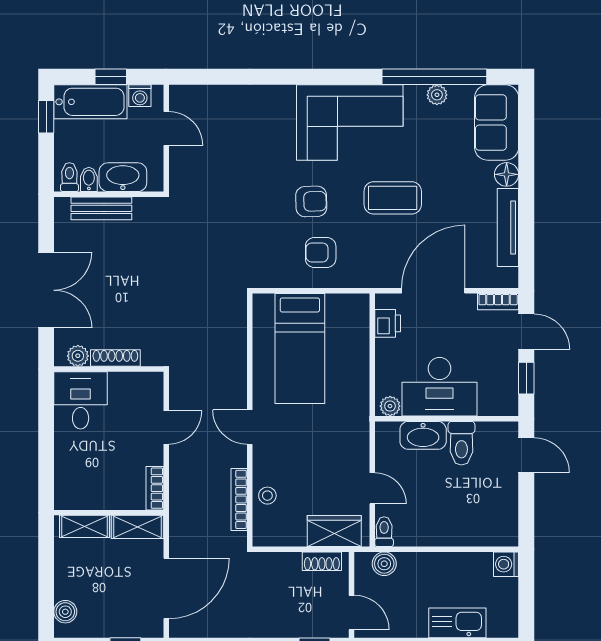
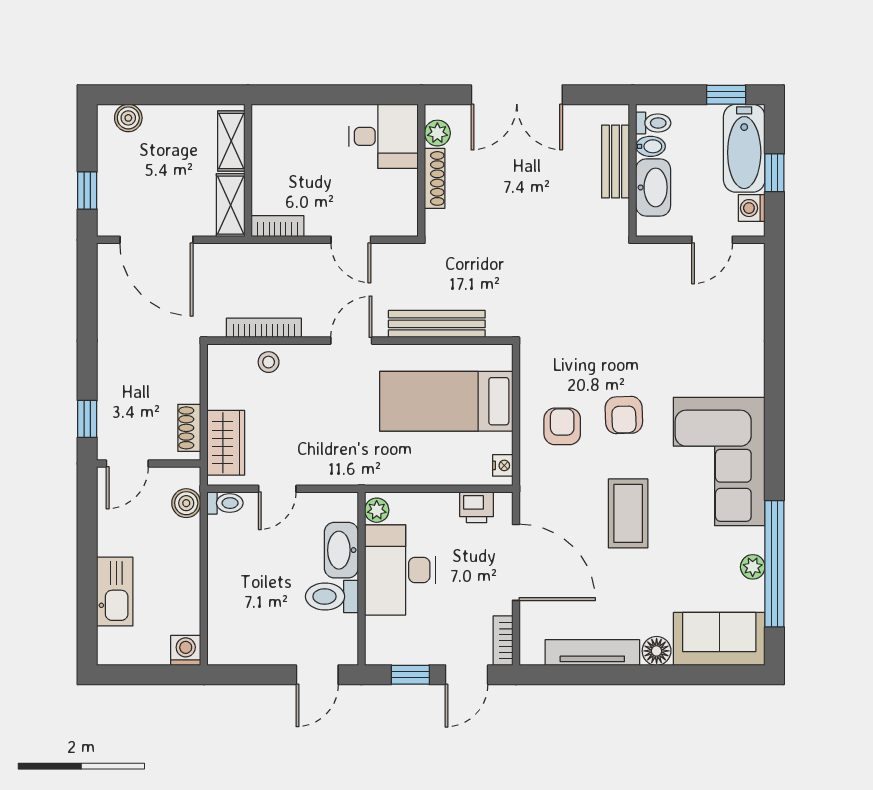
nightstand: (353, 302) -> (503, 465), added
bench: (236, 356) -> (437, 324), added

